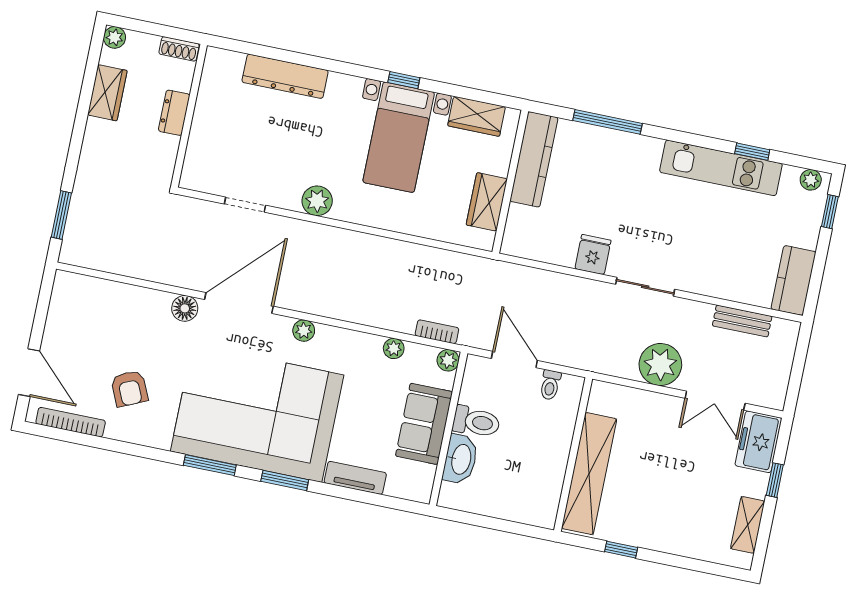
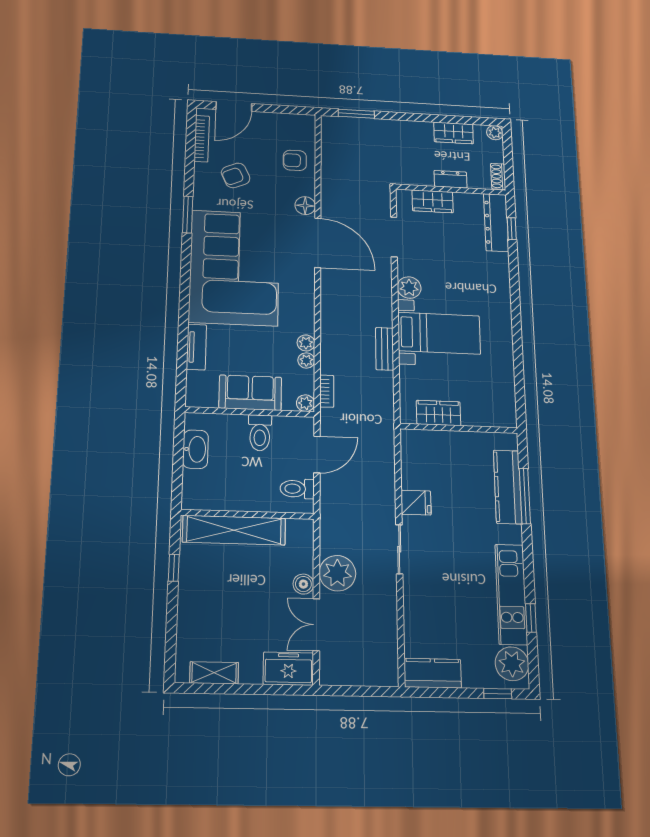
dresser: (285, 76) -> (496, 223), moved
window: (404, 80) -> (512, 229), moved
wardrobe: (477, 116) -> (433, 201), moved, turned -90
bed with nightstands: (399, 137) -> (439, 333), moved, turned 180
kitchen counter: (534, 159) -> (508, 487), moved, turned 90
plant: (811, 180) -> (512, 664), width x1.88, depth x1.88
doorway: (245, 205) -> (394, 237), width x1.38
armchair: (118, 309) -> (295, 160), added
bench: (742, 321) -> (385, 349), moved
plant: (304, 331) -> (306, 343), moved
toilet: (550, 385) -> (297, 489), width x1.37, depth x1.39
boiler: (666, 406) -> (303, 584), added
washbasin: (460, 459) -> (195, 449), moved, turned -90
window: (210, 465) -> (188, 214), moved
window: (775, 480) -> (258, 689), removed
window: (285, 481) -> (185, 295), removed

